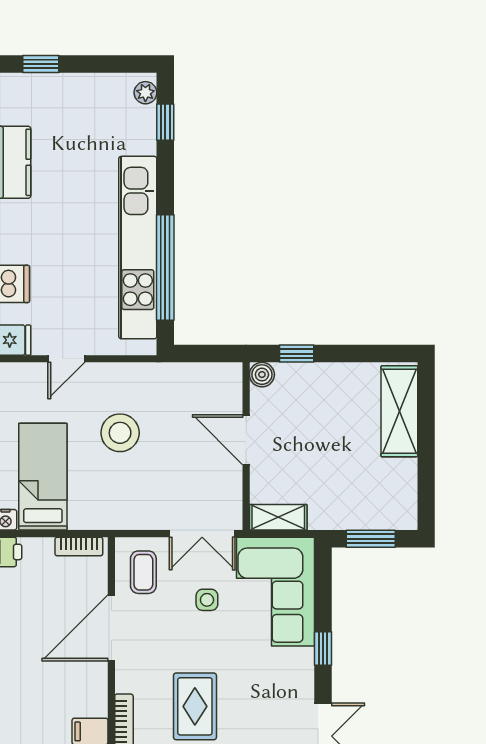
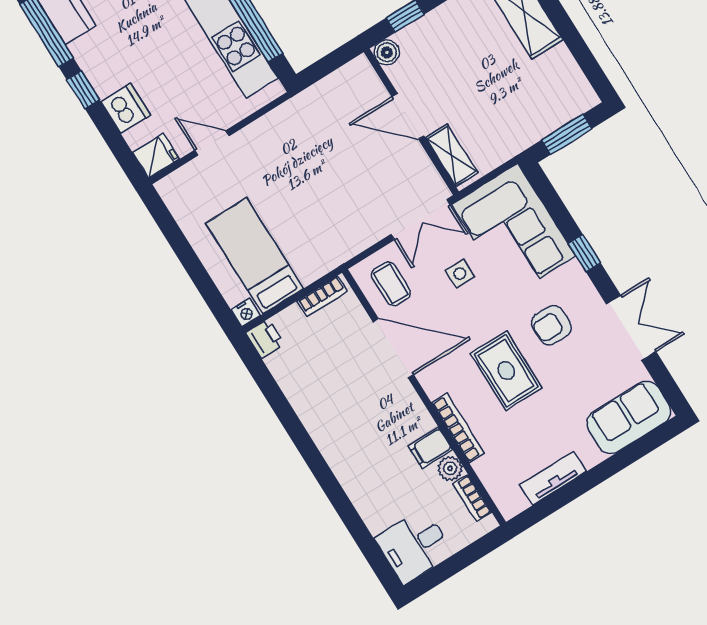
door: (66, 359) -> (212, 143), swing flipped
stool: (120, 433) -> (297, 177), removed
shelving: (278, 517) -> (452, 155), moved, turned 90
door: (111, 628) -> (393, 348), swing flipped
armchair: (257, 692) -> (551, 325), added

